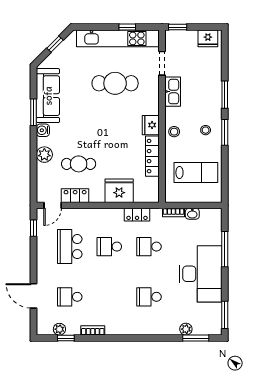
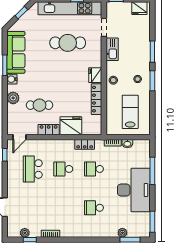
lab bench: (196, 173) -> (130, 112), turned -90
locker: (75, 196) -> (49, 130), moved
school desk: (70, 297) -> (33, 208), removed

